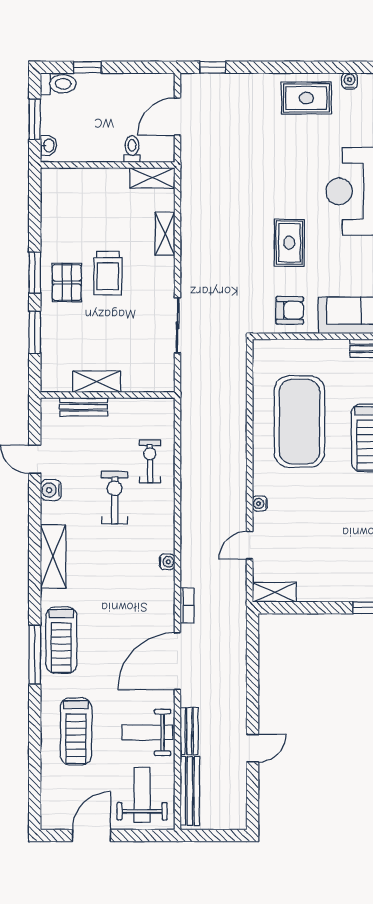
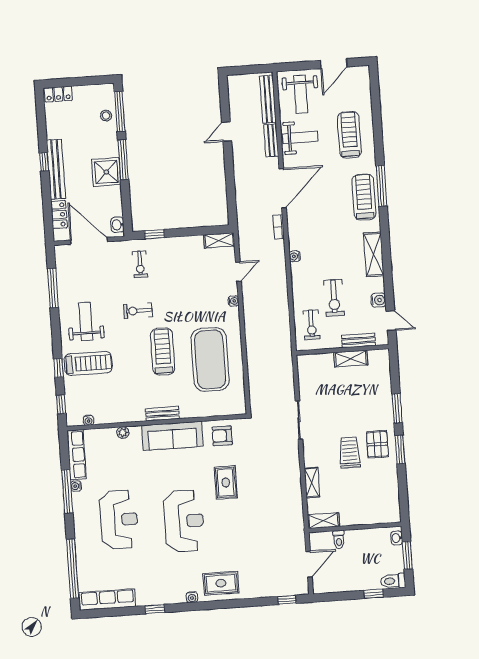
shelving: (97, 382) -> (351, 359), moved
wall: (108, 395) -> (342, 350), moved
bench: (84, 407) -> (359, 340), moved

